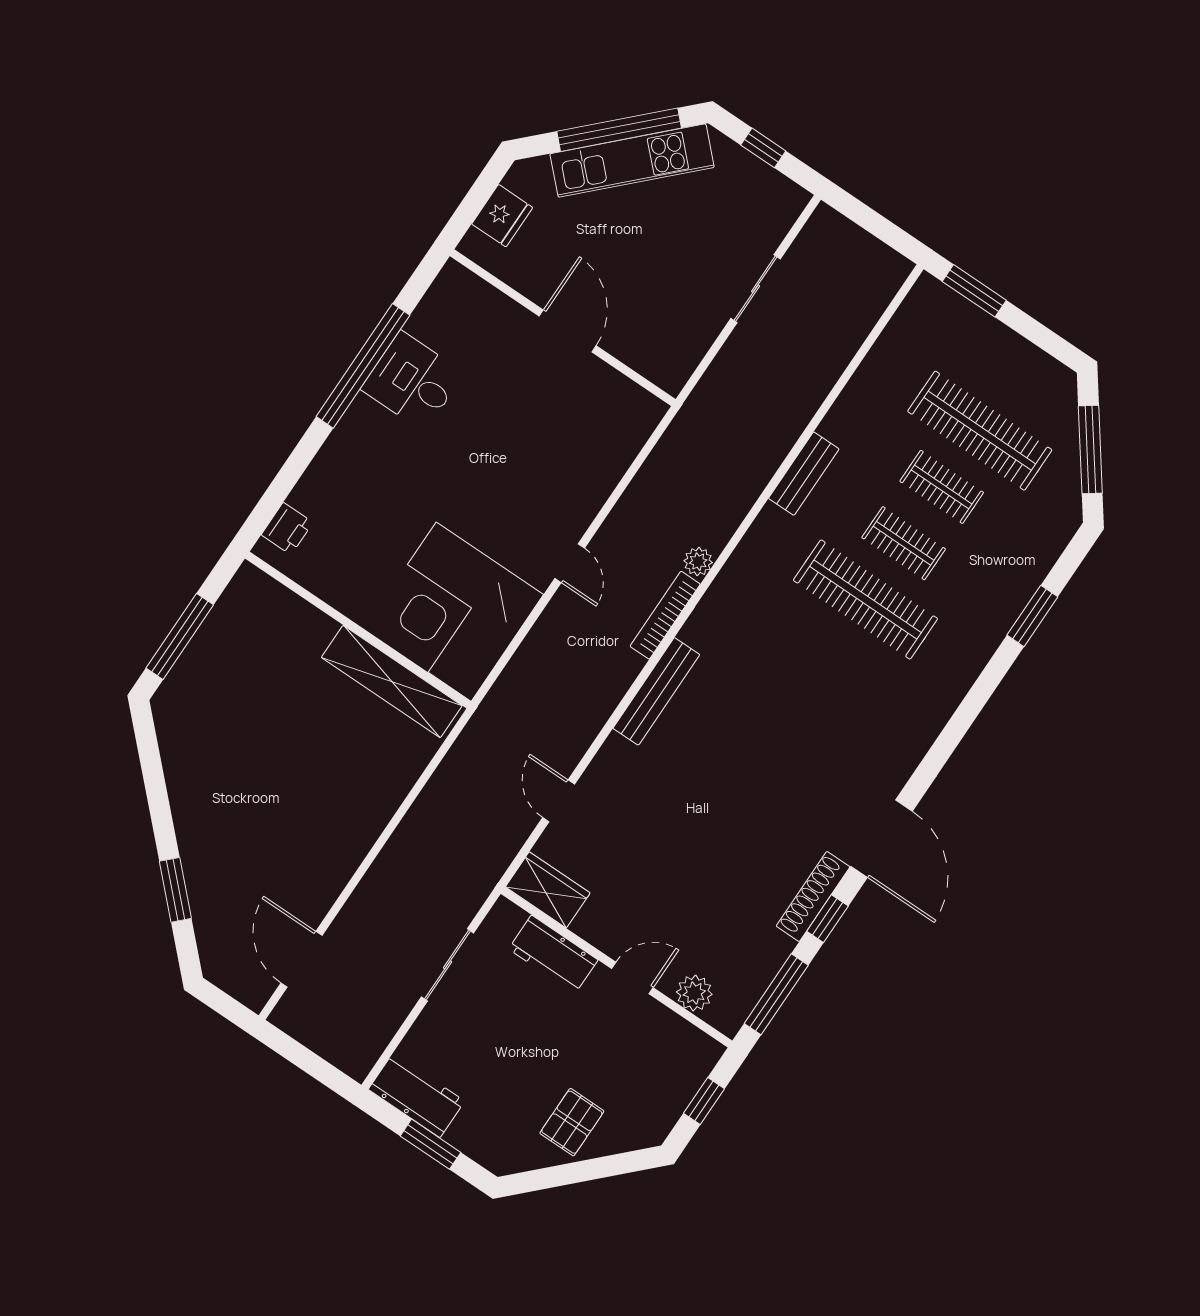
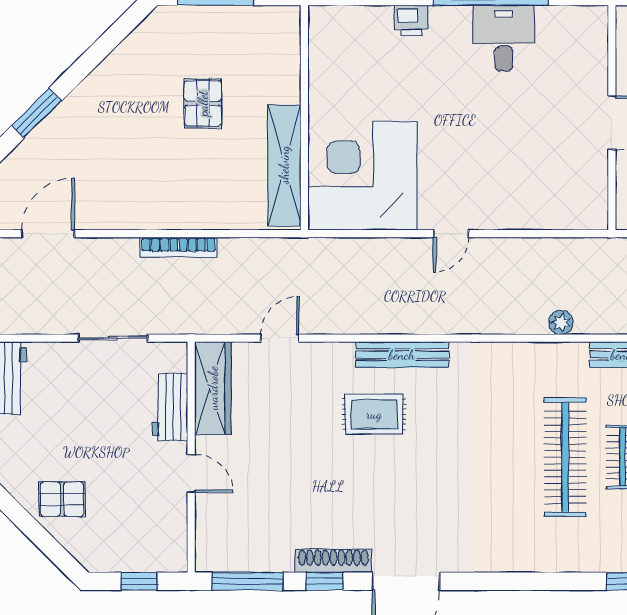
printer: (287, 529) -> (411, 20), moved
plant: (698, 562) -> (561, 323), moved
bookcase: (665, 615) -> (179, 247), moved, turned 180
pallet: (276, 720) -> (203, 103), added
rug: (696, 759) -> (374, 414), added
wardrobe: (548, 890) -> (213, 388), width x1.50
plant: (694, 993) -> (210, 524), removed

